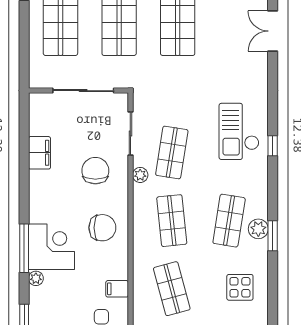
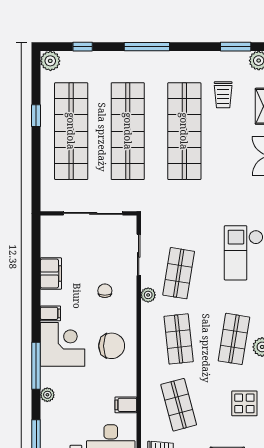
chair: (95, 171) -> (105, 291), width x0.54, depth x0.54
filing cabinet: (39, 194) -> (50, 313), added
corner desk: (51, 247) -> (62, 344), moved

